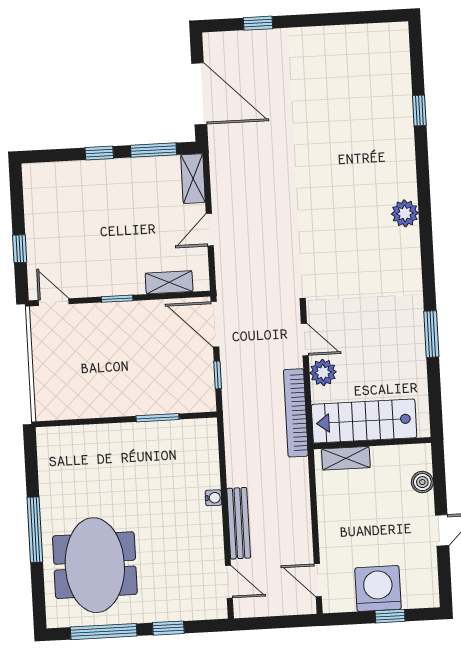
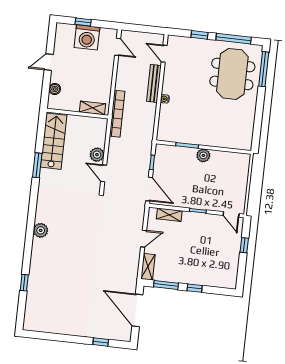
plant: (124, 404) -> (203, 155), added
bookcase: (296, 413) -> (117, 114), moved
stairs: (364, 421) -> (54, 141), moved, turned -90
window: (35, 530) -> (264, 69), moved

